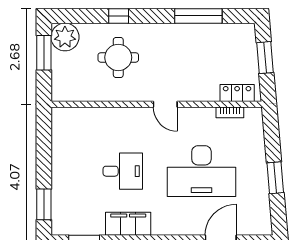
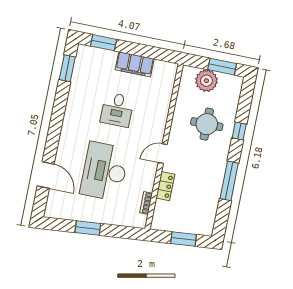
window: (198, 16) -> (229, 181), moved
plant: (65, 37) -> (206, 81), moved
locker: (237, 93) -> (165, 186), moved
filing cabinet: (128, 224) -> (135, 64), moved, turned 90

